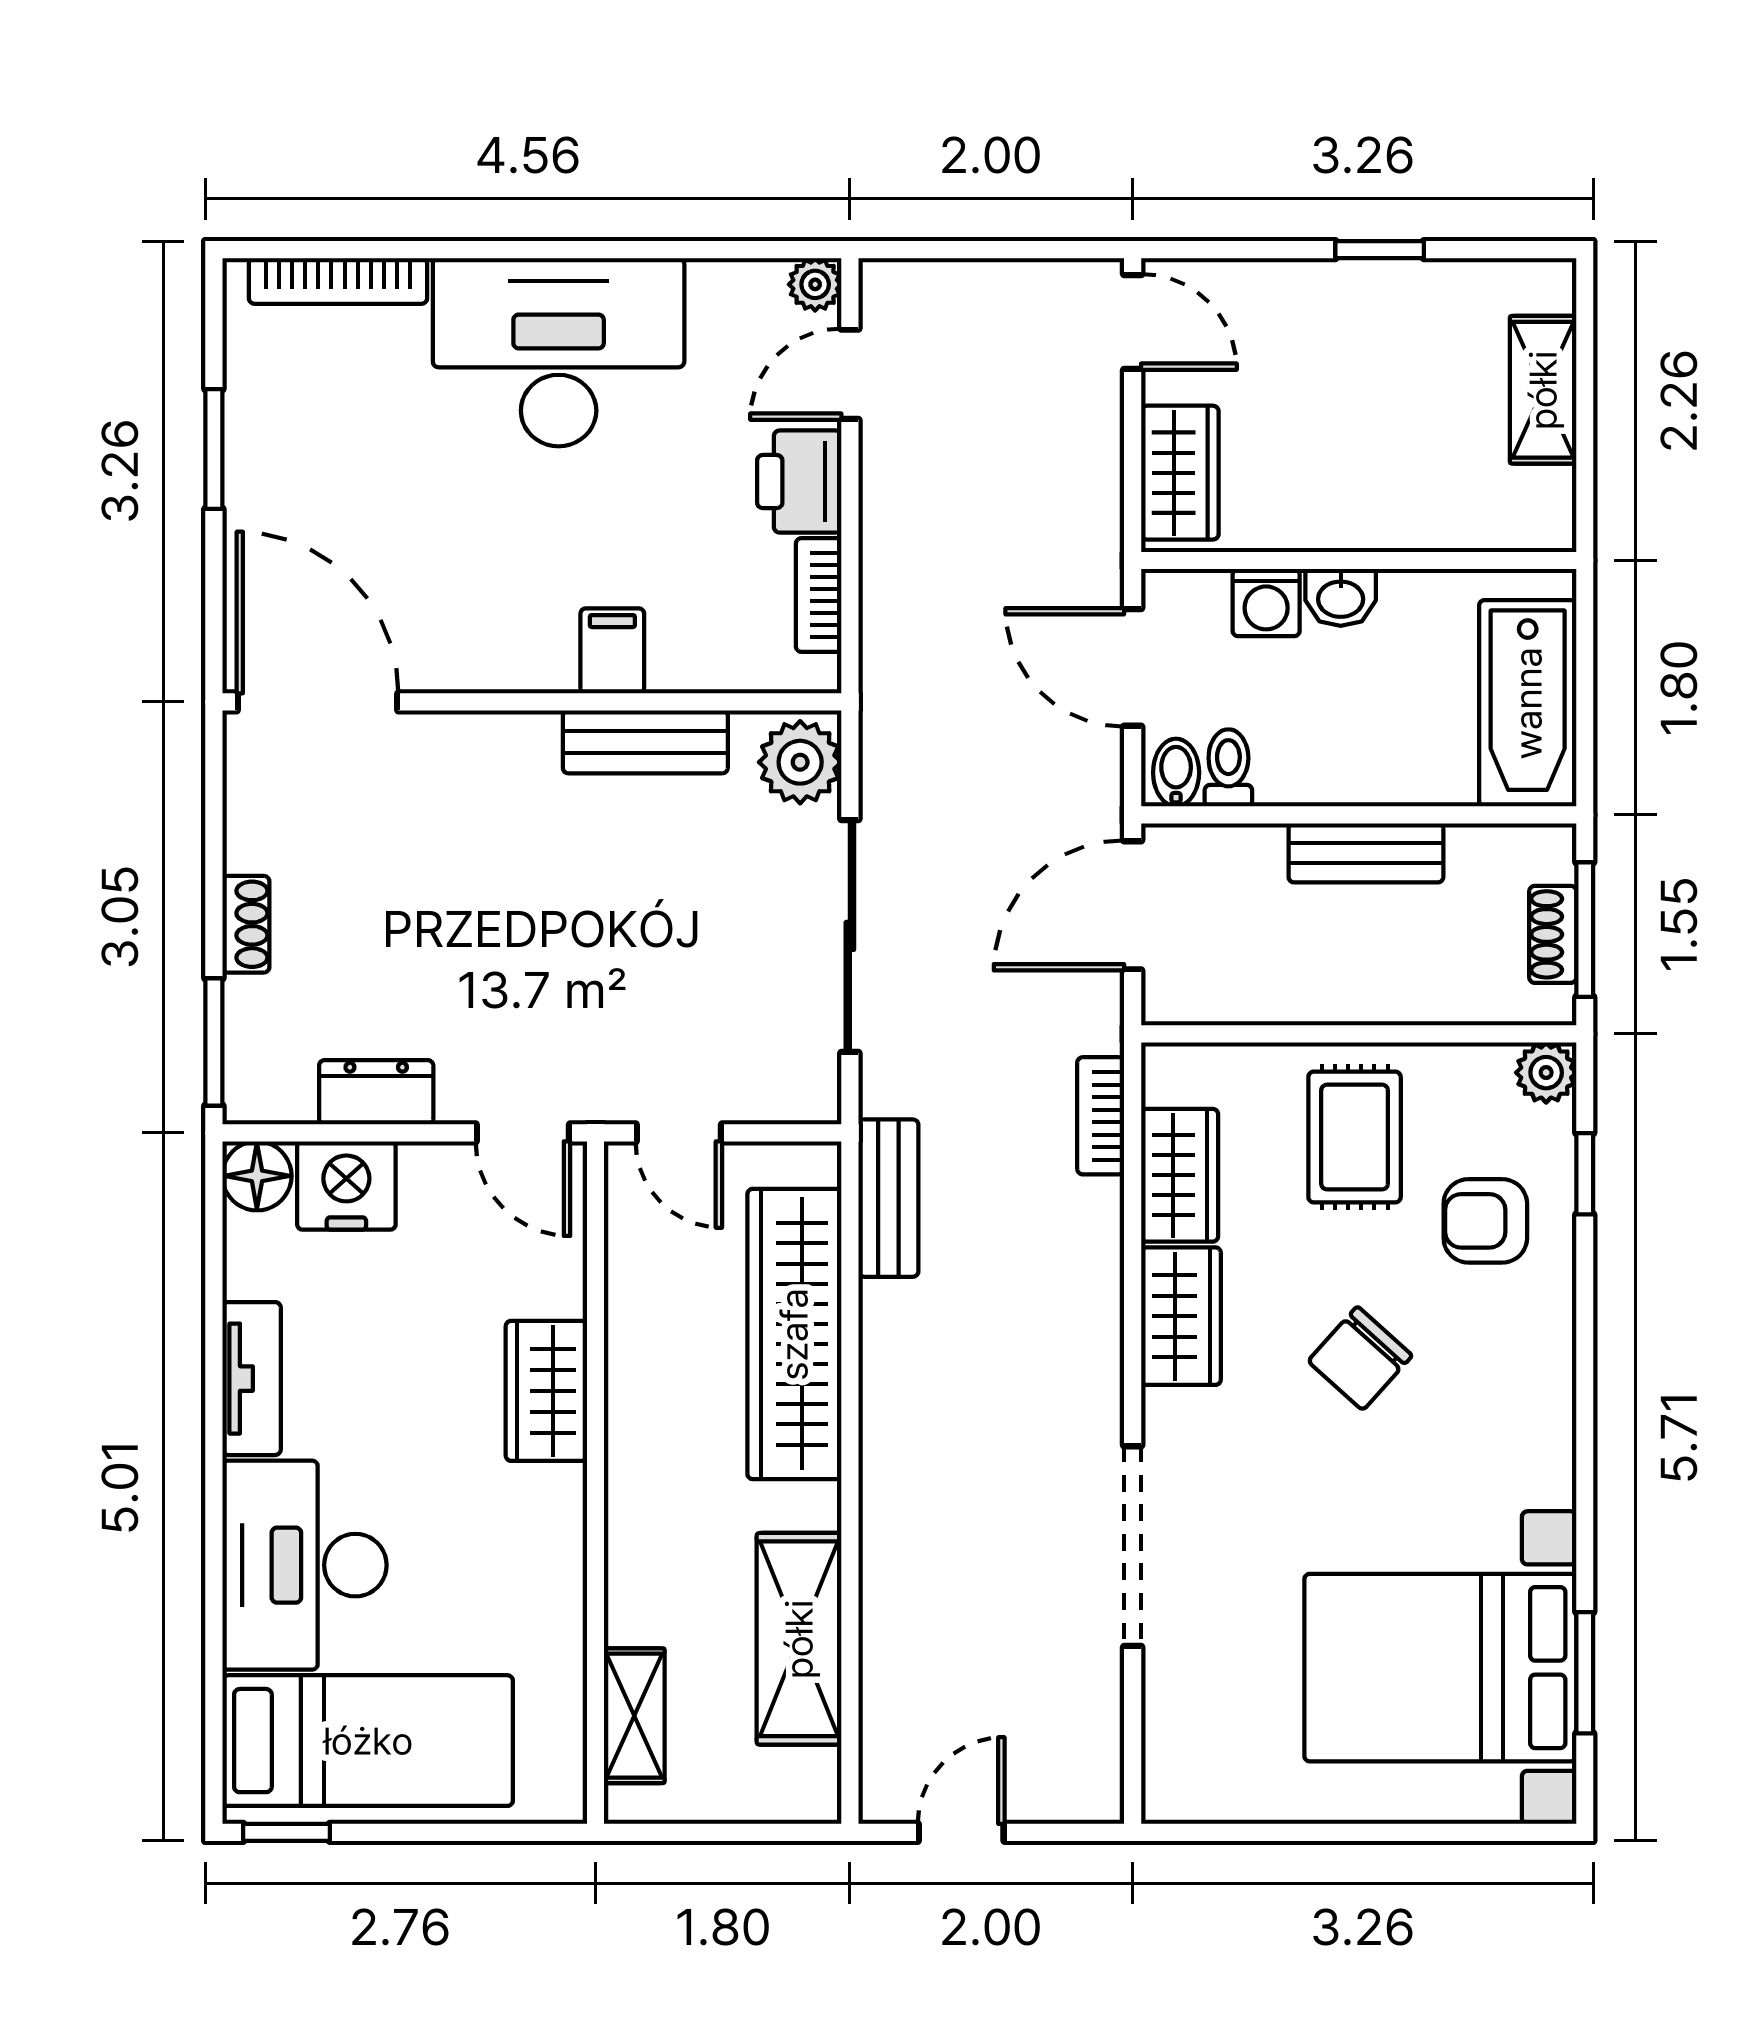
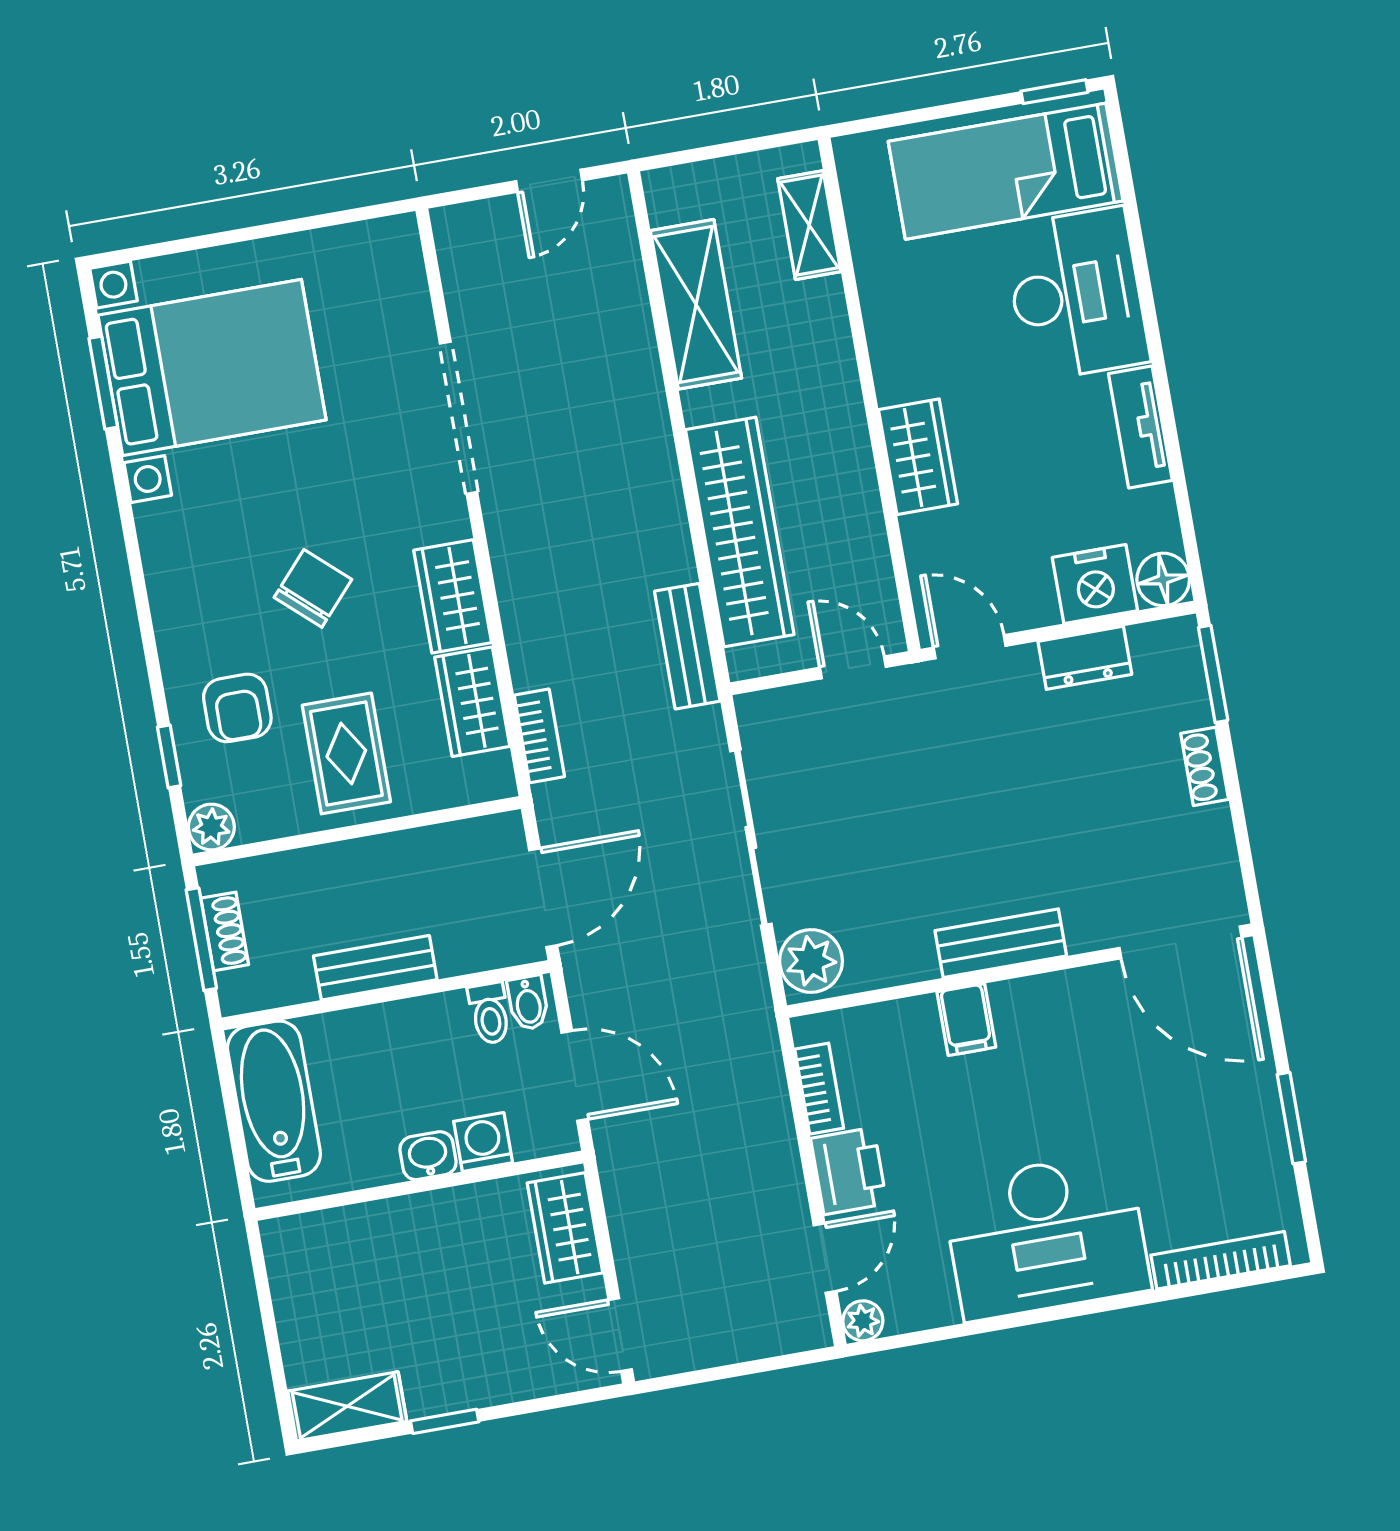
shelving: (1543, 390) -> (347, 1406), moved, turned 90
bench: (645, 742) -> (1001, 943), moved
armchair: (1485, 1221) -> (237, 708), turned 90

